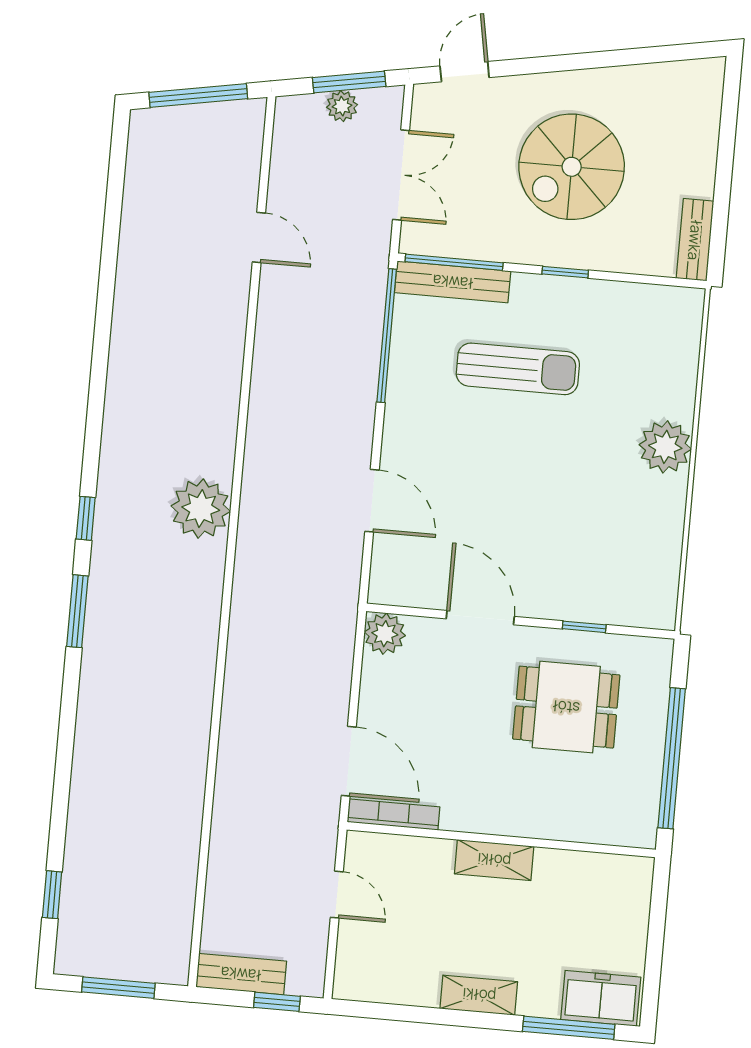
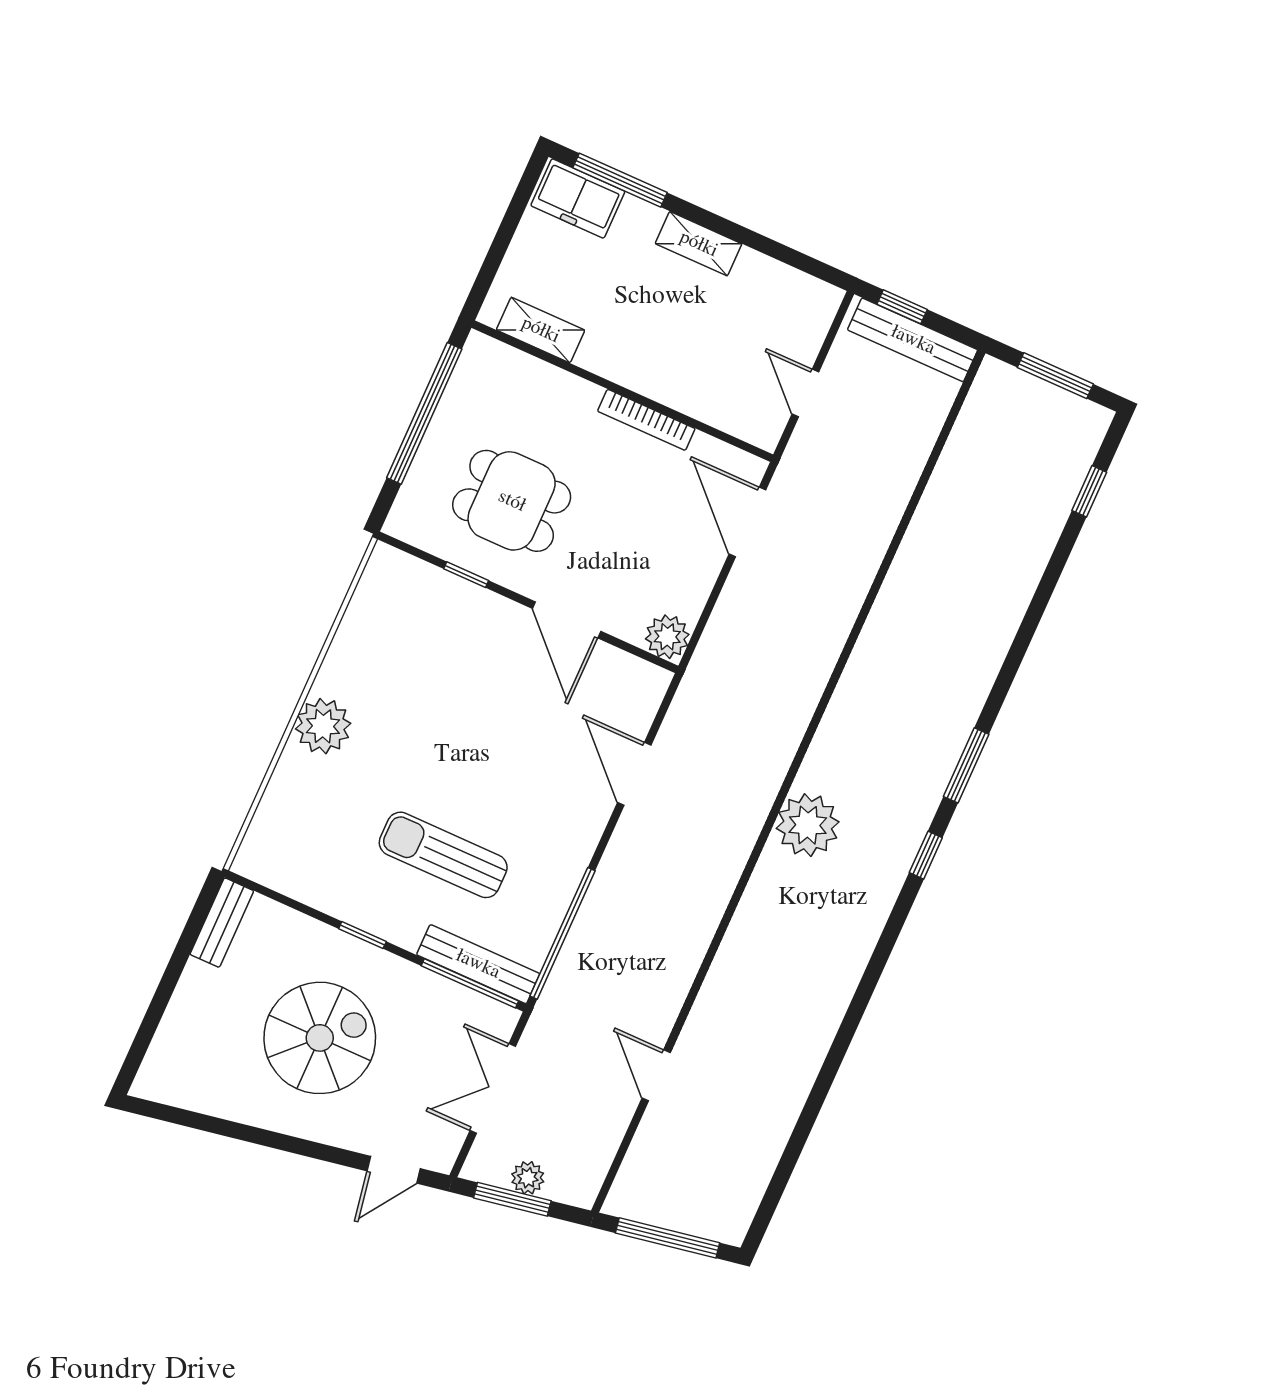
bookcase: (394, 814) -> (646, 420), moved
shelving: (494, 860) -> (541, 330), moved
bench: (241, 974) -> (913, 340), width x1.36

